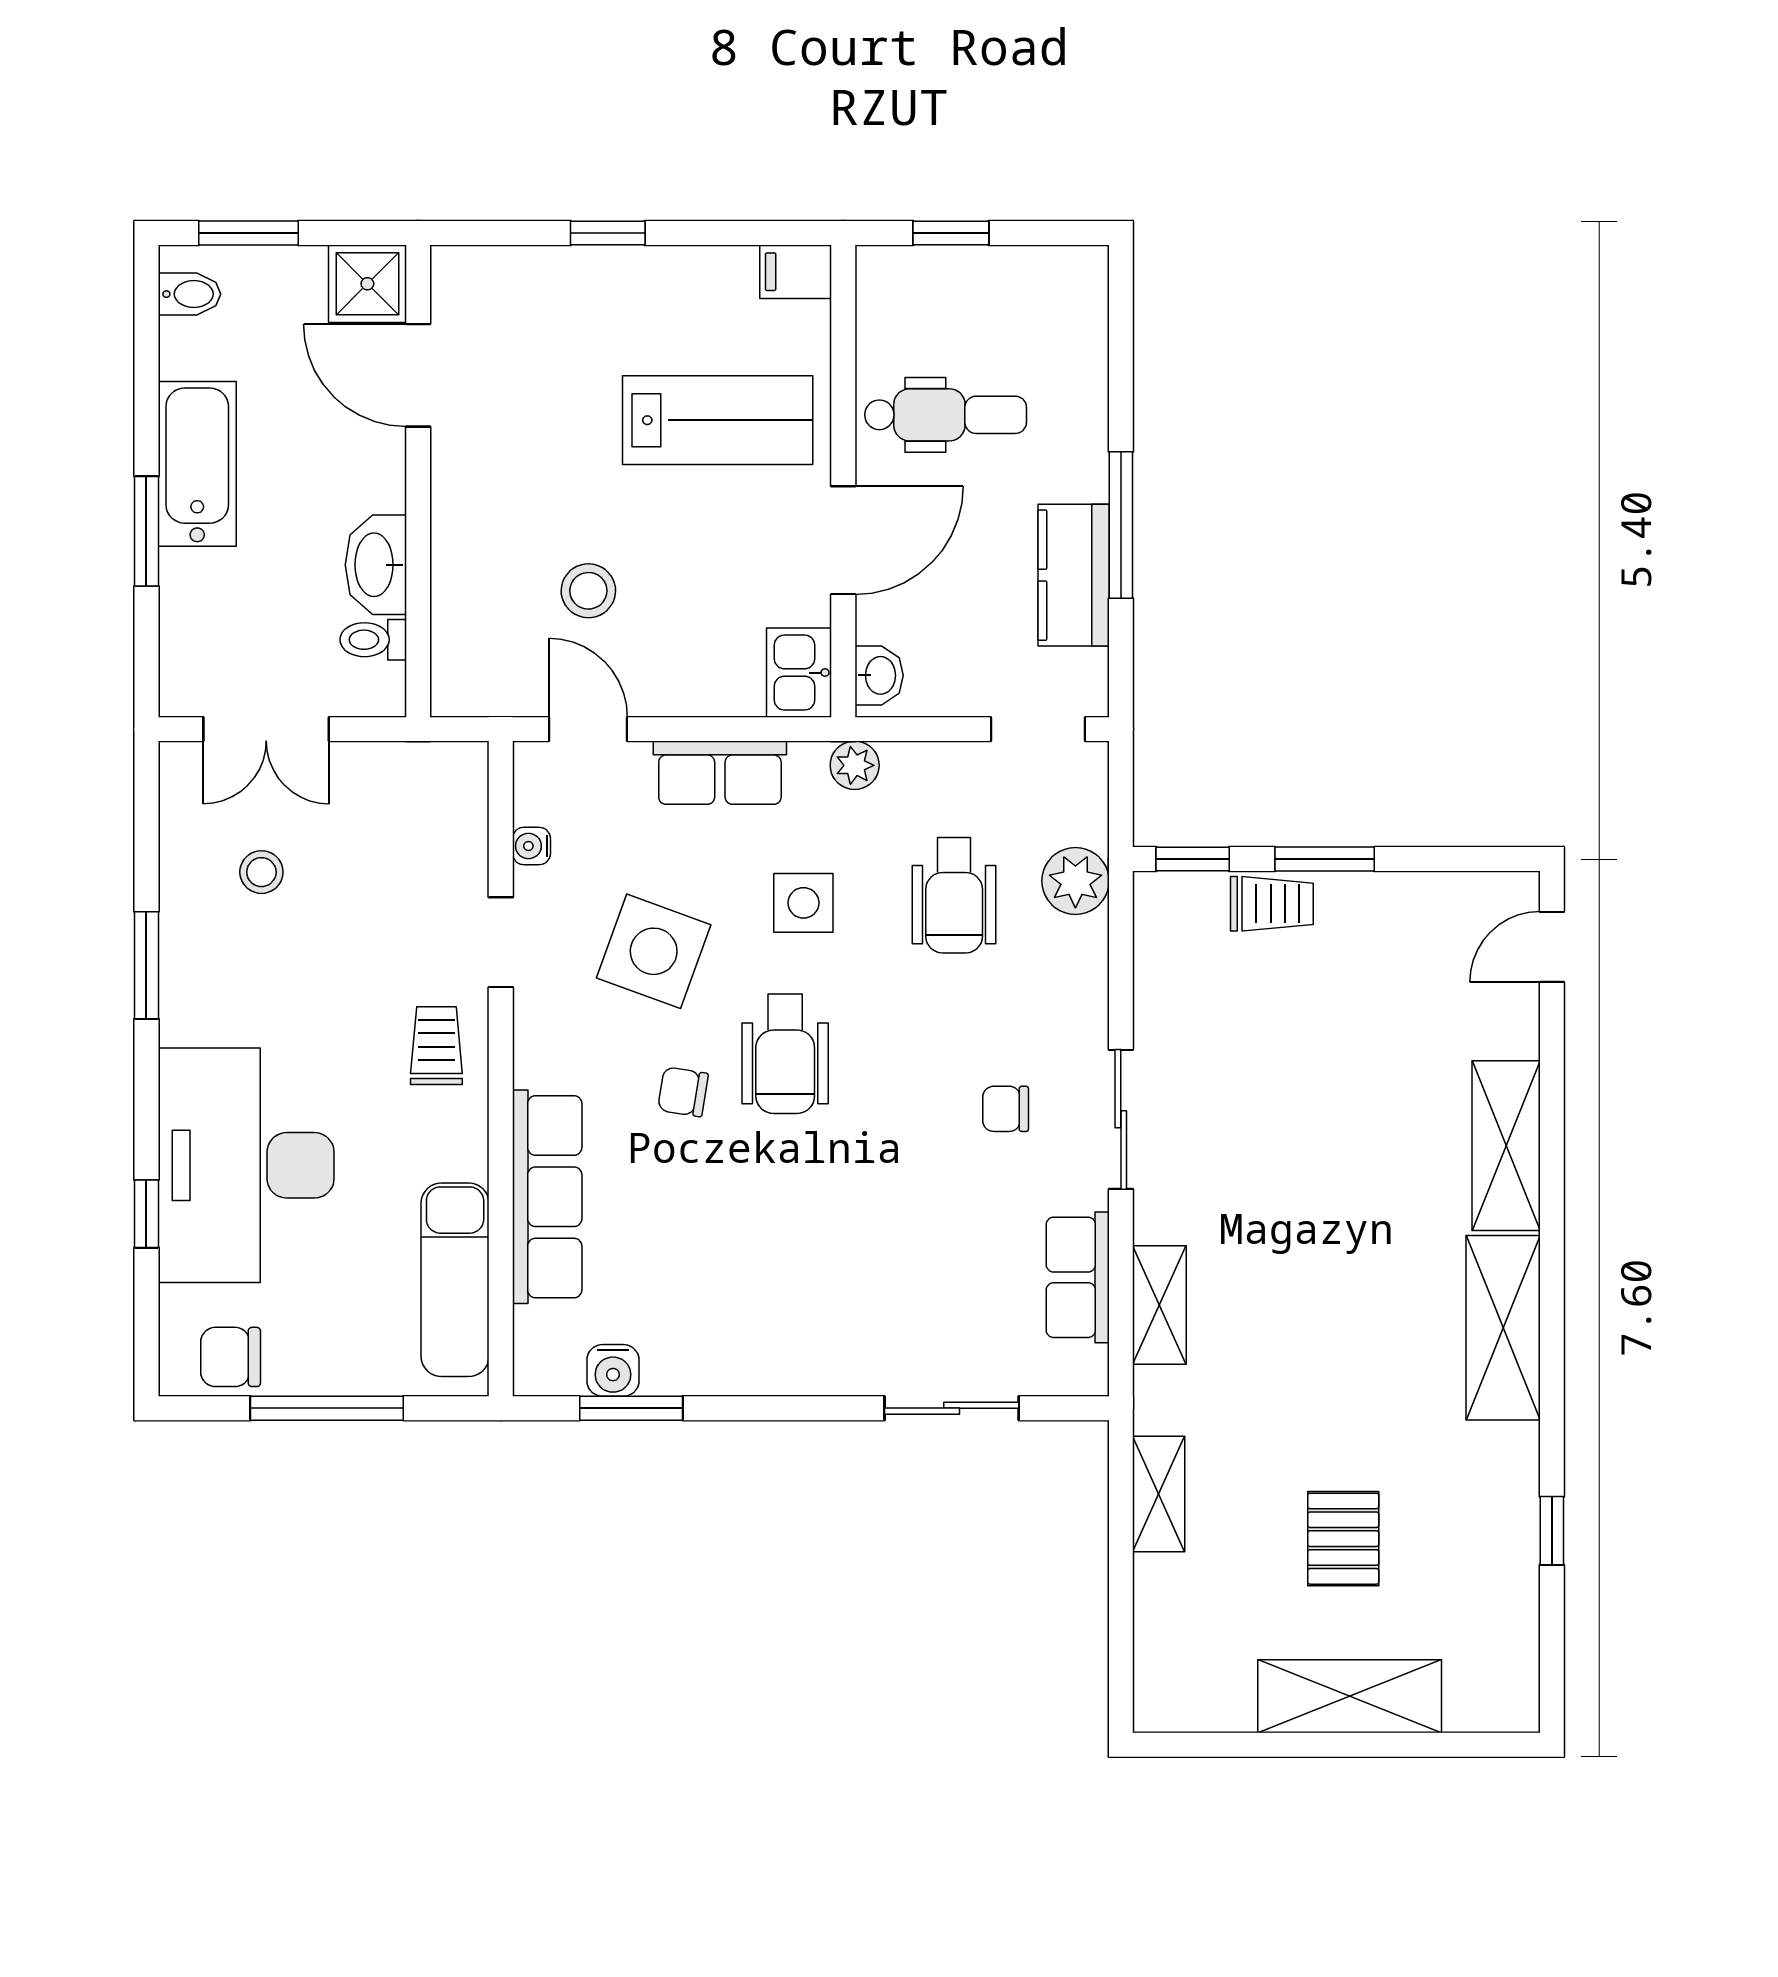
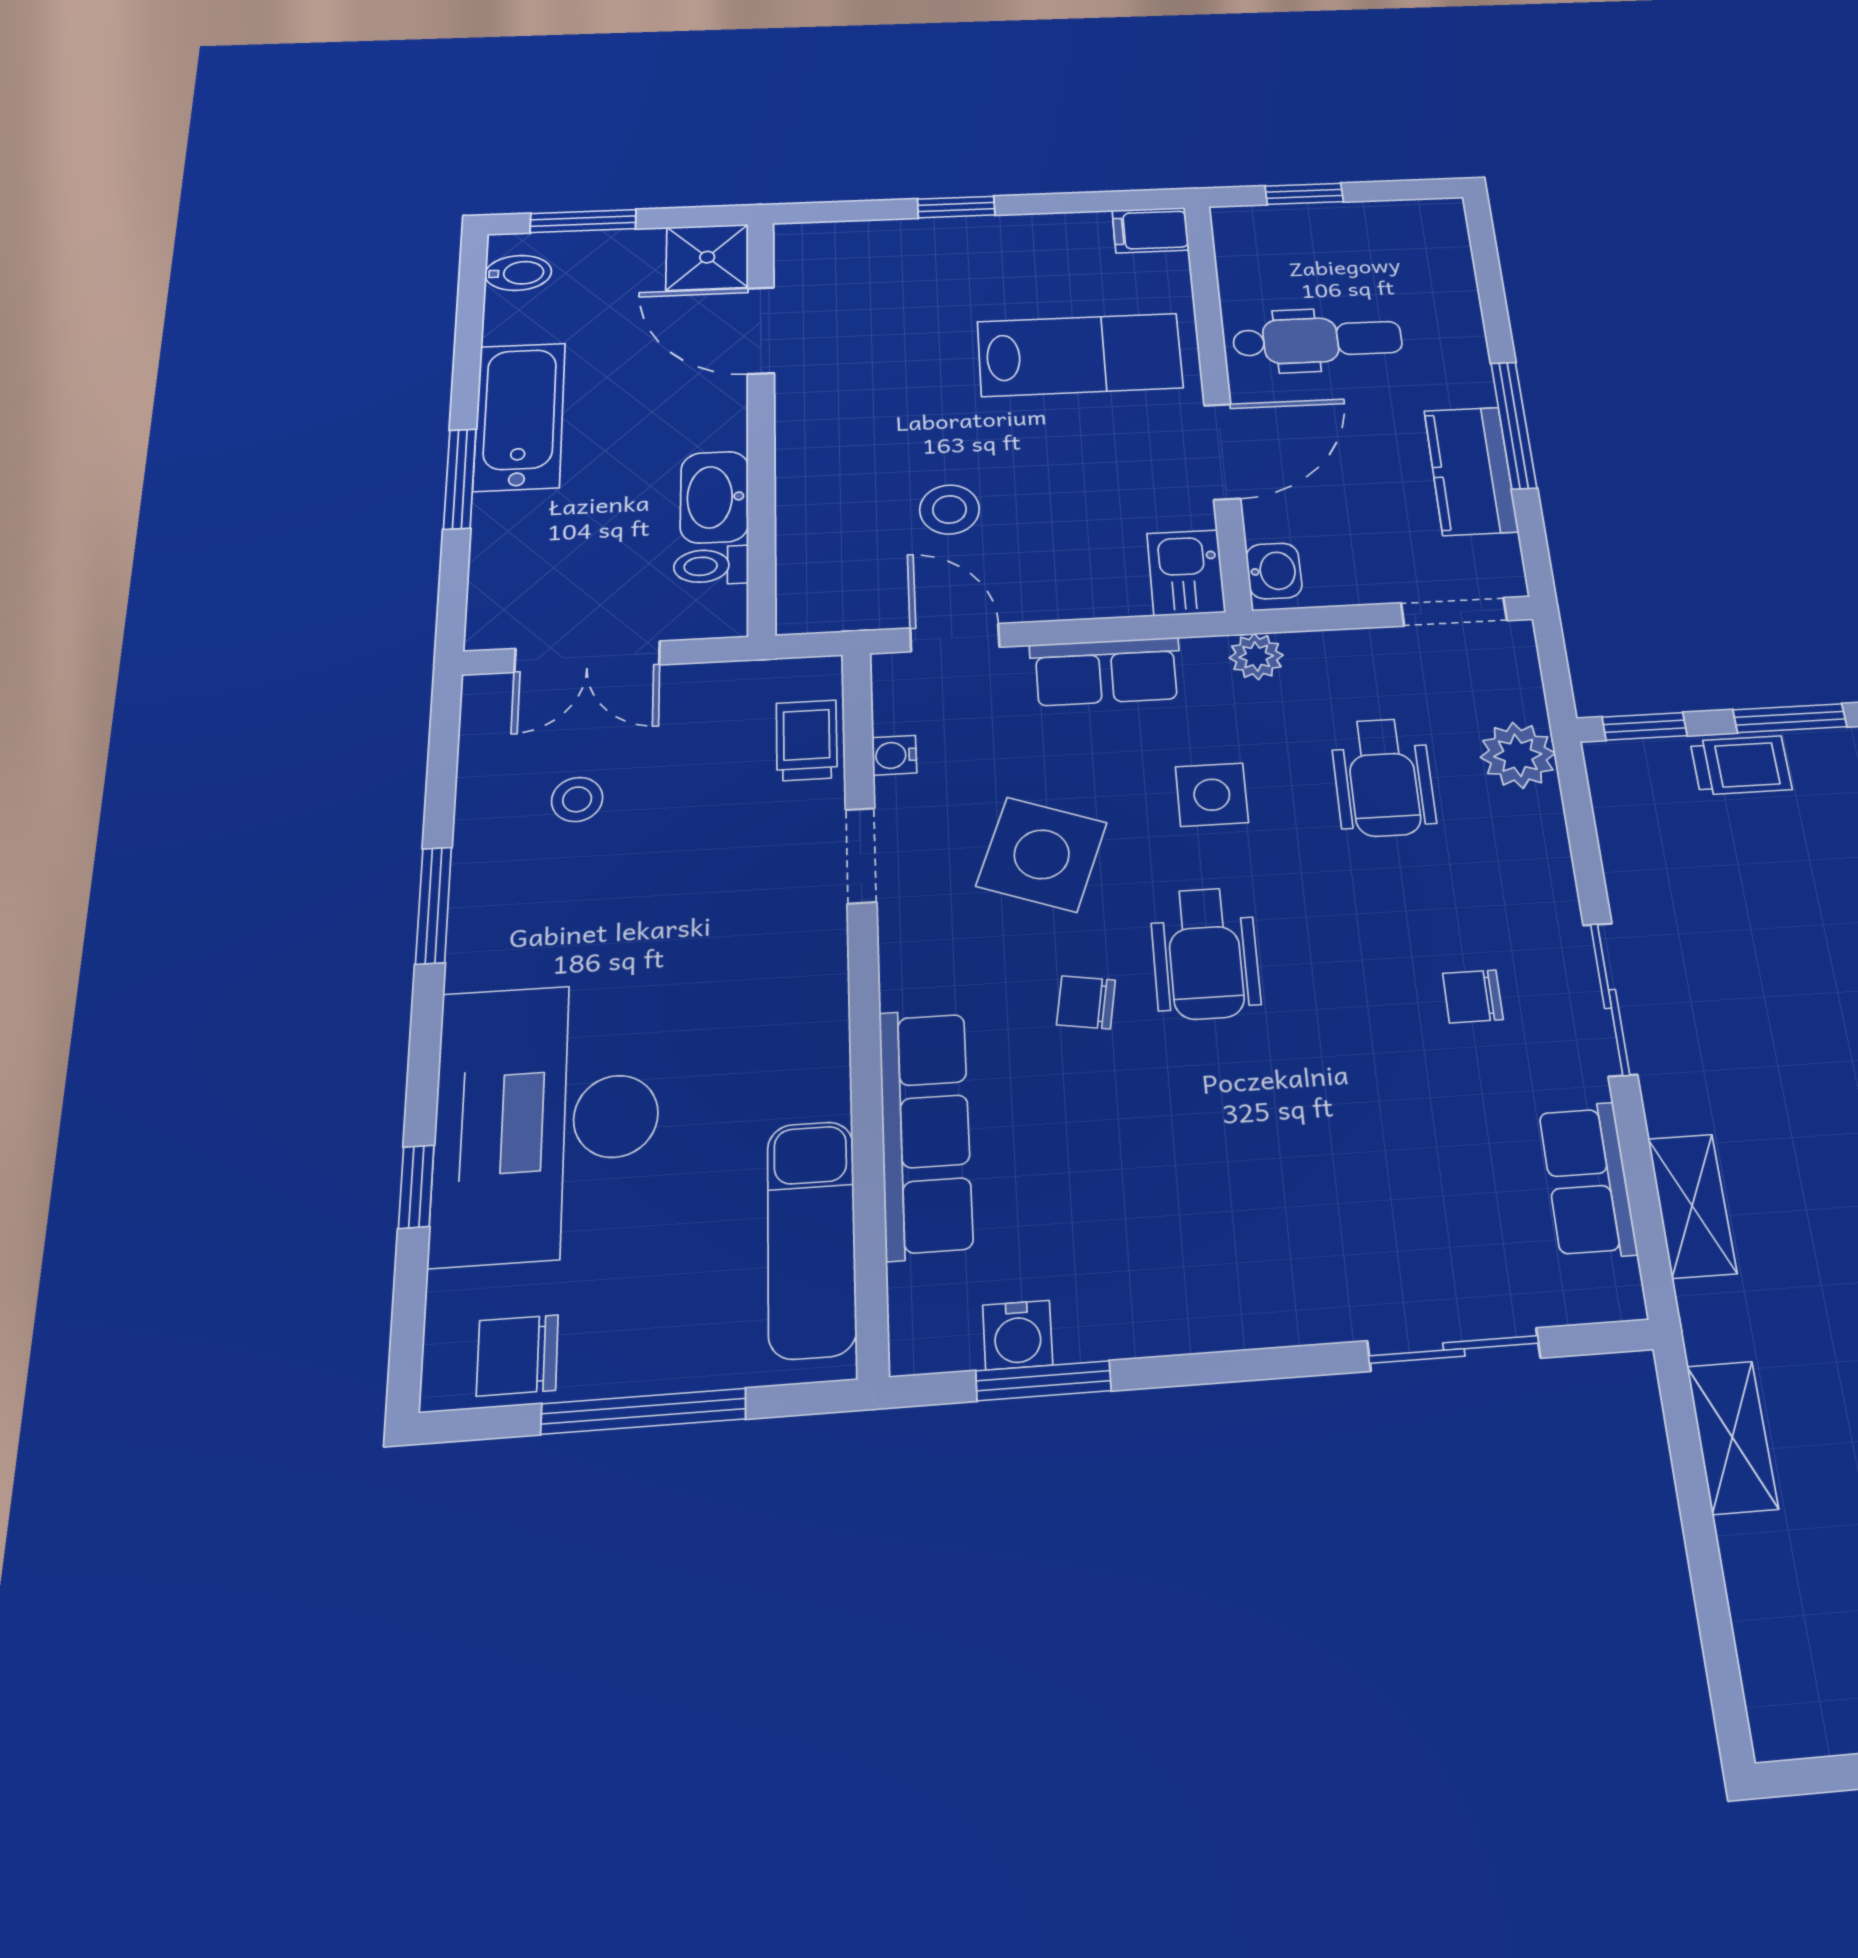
trolley: (436, 1046) -> (807, 740), moved

